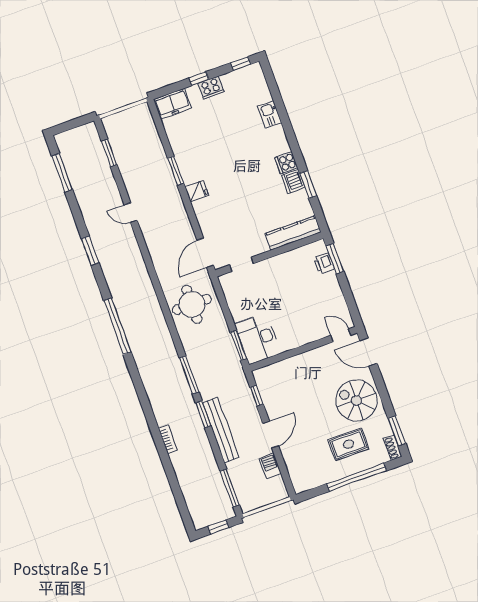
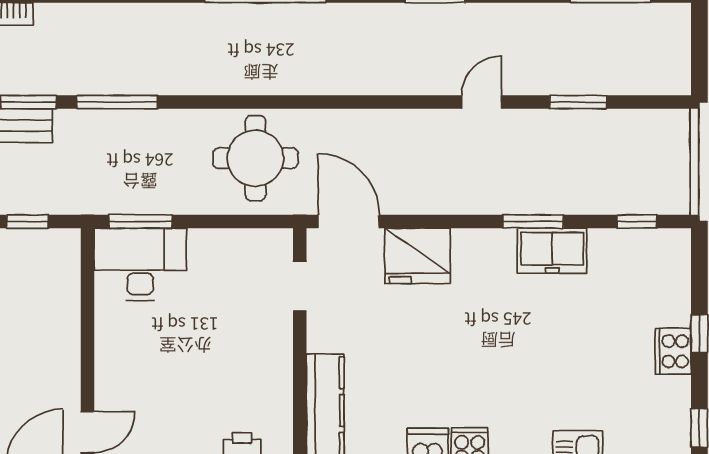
freezer: (172, 104) -> (552, 251), moved, turned -90
window: (159, 124) -> (637, 221), added
window: (109, 153) -> (578, 102), moved
fridge: (197, 191) -> (418, 256), moved, width x1.88, depth x1.34

